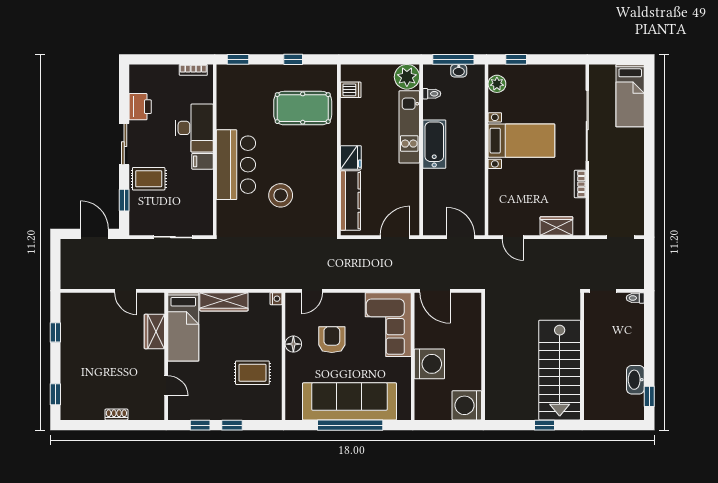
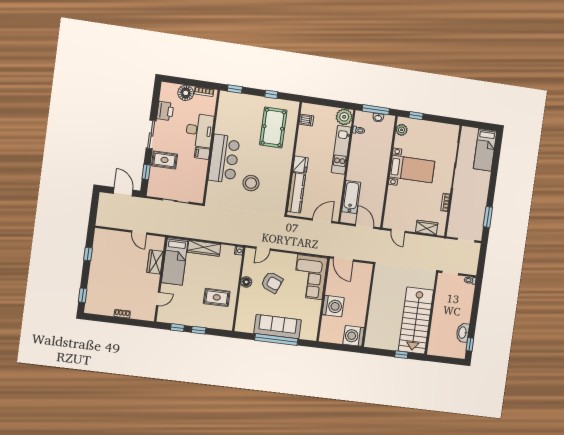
floor lamp: (167, 76) -> (186, 93), added
pool table: (303, 108) -> (273, 128), turned 90
bathtub: (434, 144) -> (351, 197), moved
window: (649, 197) -> (488, 217), added
armchair: (332, 340) -> (272, 282), turned 112
door: (166, 386) -> (158, 299), hinge flipped
sofa: (349, 401) -> (278, 327), width x0.74, depth x0.79

